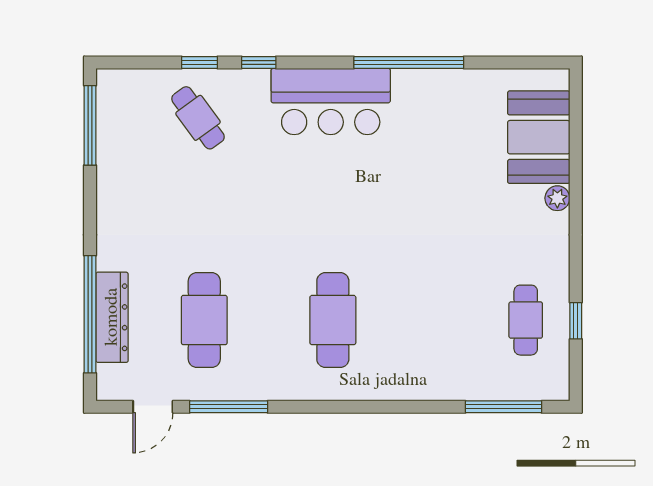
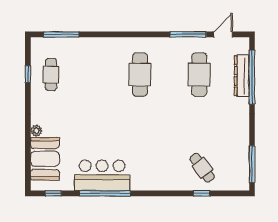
window: (259, 63) -> (53, 193), moved
bar counter: (331, 102) -> (102, 175), moved

